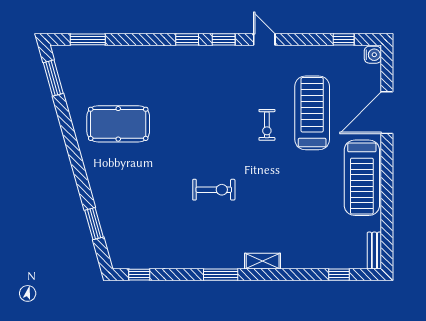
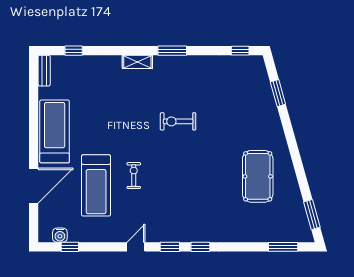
door: (264, 39) -> (136, 247), swing flipped
water cooler: (373, 55) -> (60, 235), moved, turned -90
pool table: (118, 124) -> (258, 176), turned 90

